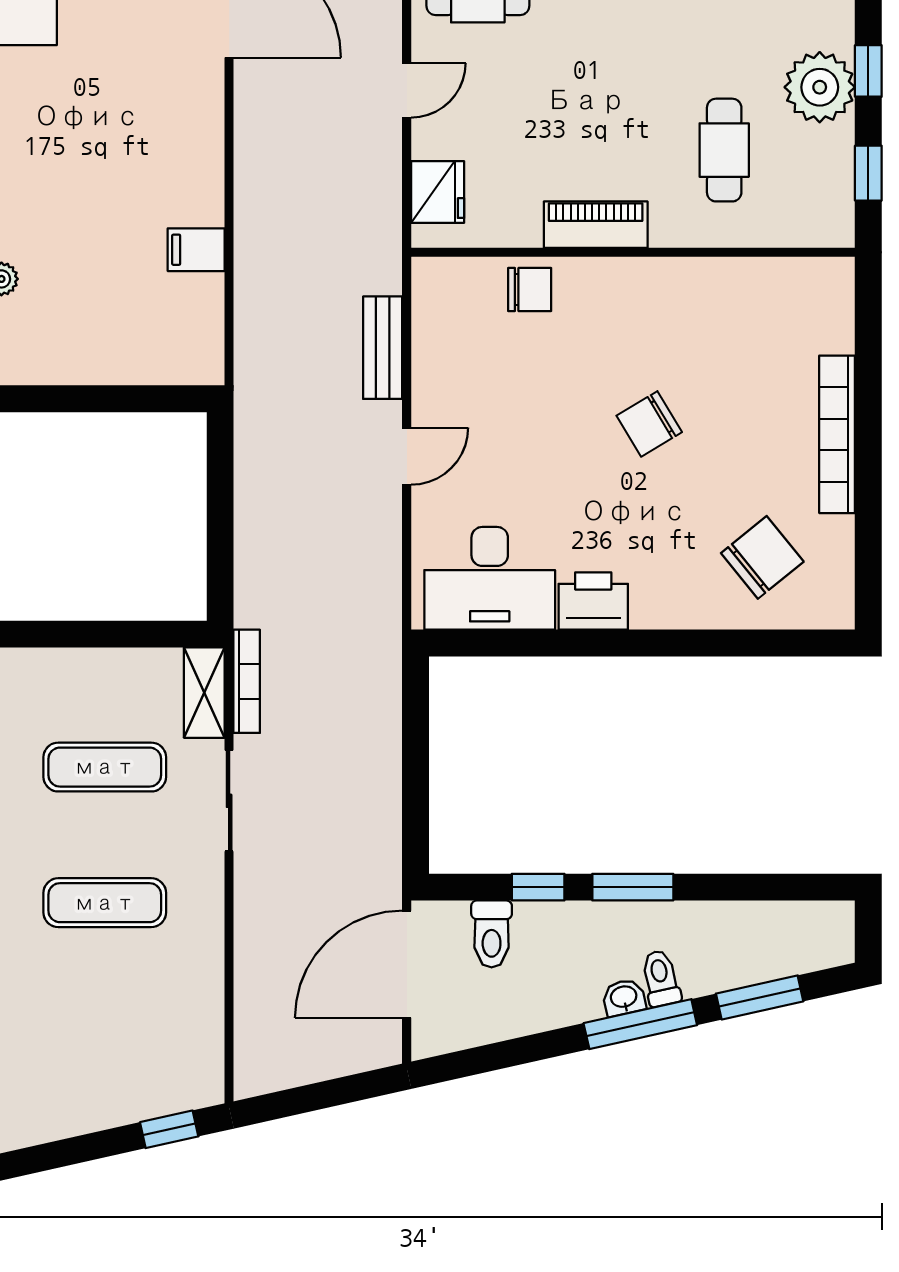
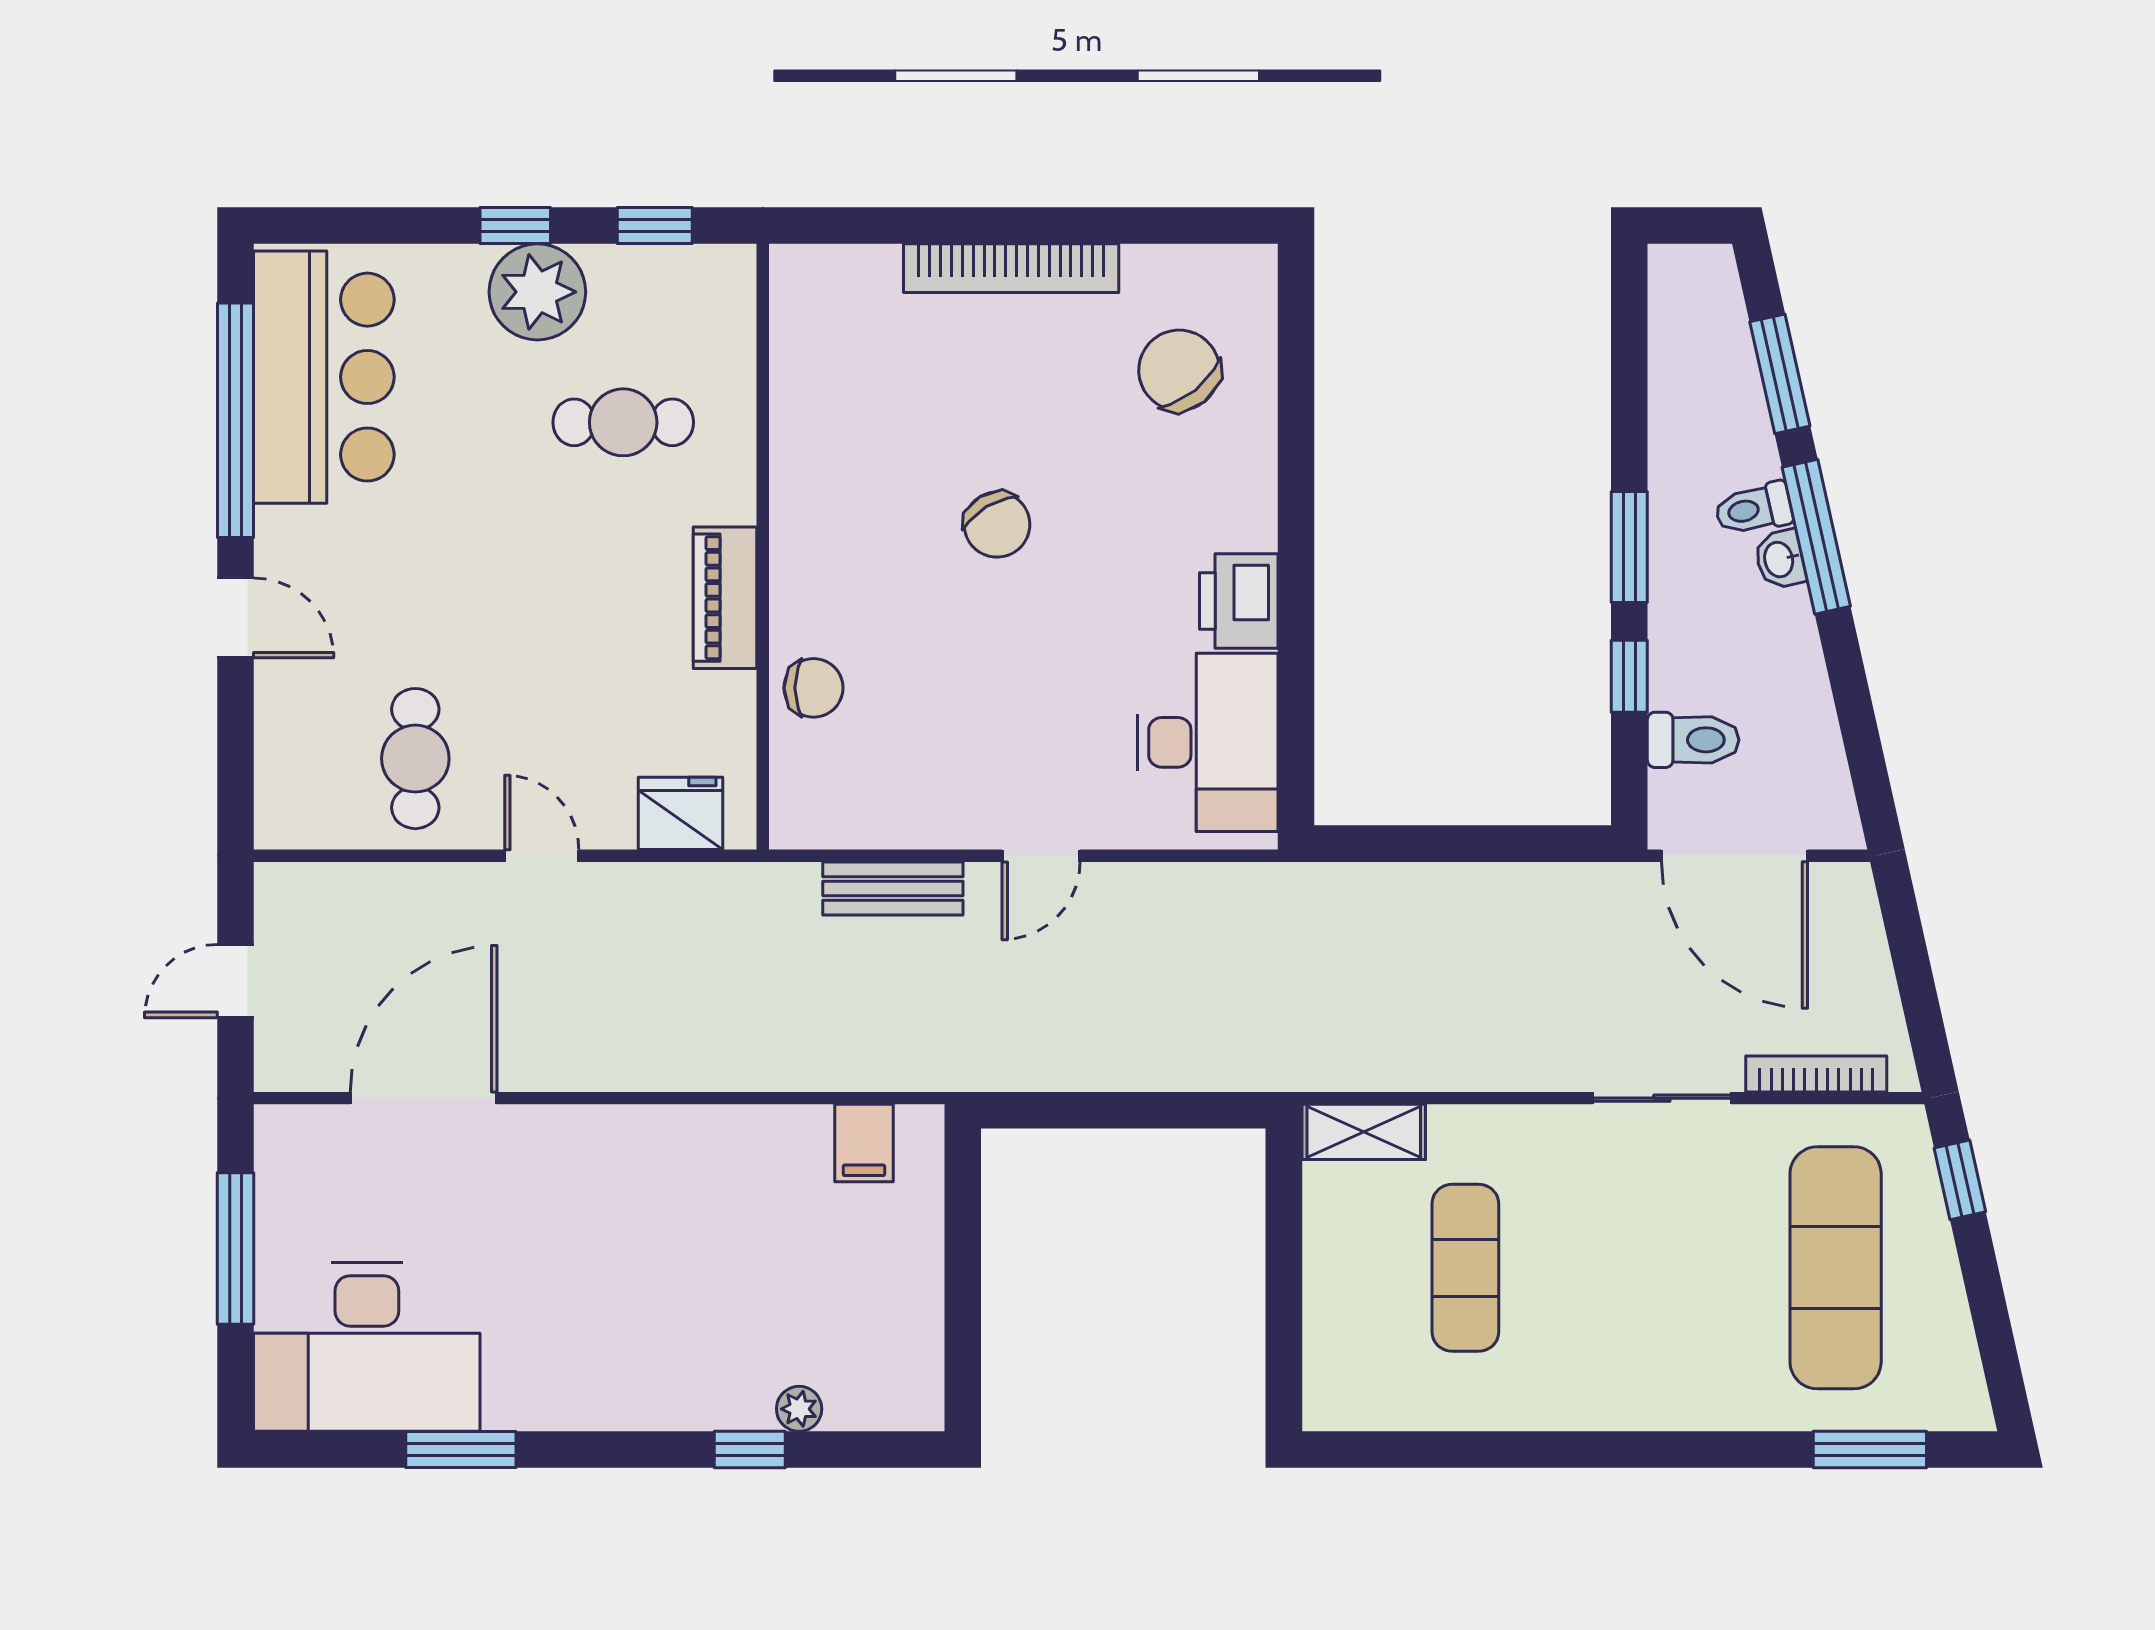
filing cabinet: (196, 250) -> (864, 1143), moved
chair: (530, 289) -> (814, 688), turned 90
door: (407, 456) -> (1041, 856), swing flipped
bookcase: (247, 681) -> (1816, 1074), moved
sliding door: (229, 801) -> (1662, 1098), moved
exercise mat: (105, 903) -> (1836, 1268), moved, width x1.36, depth x1.45

